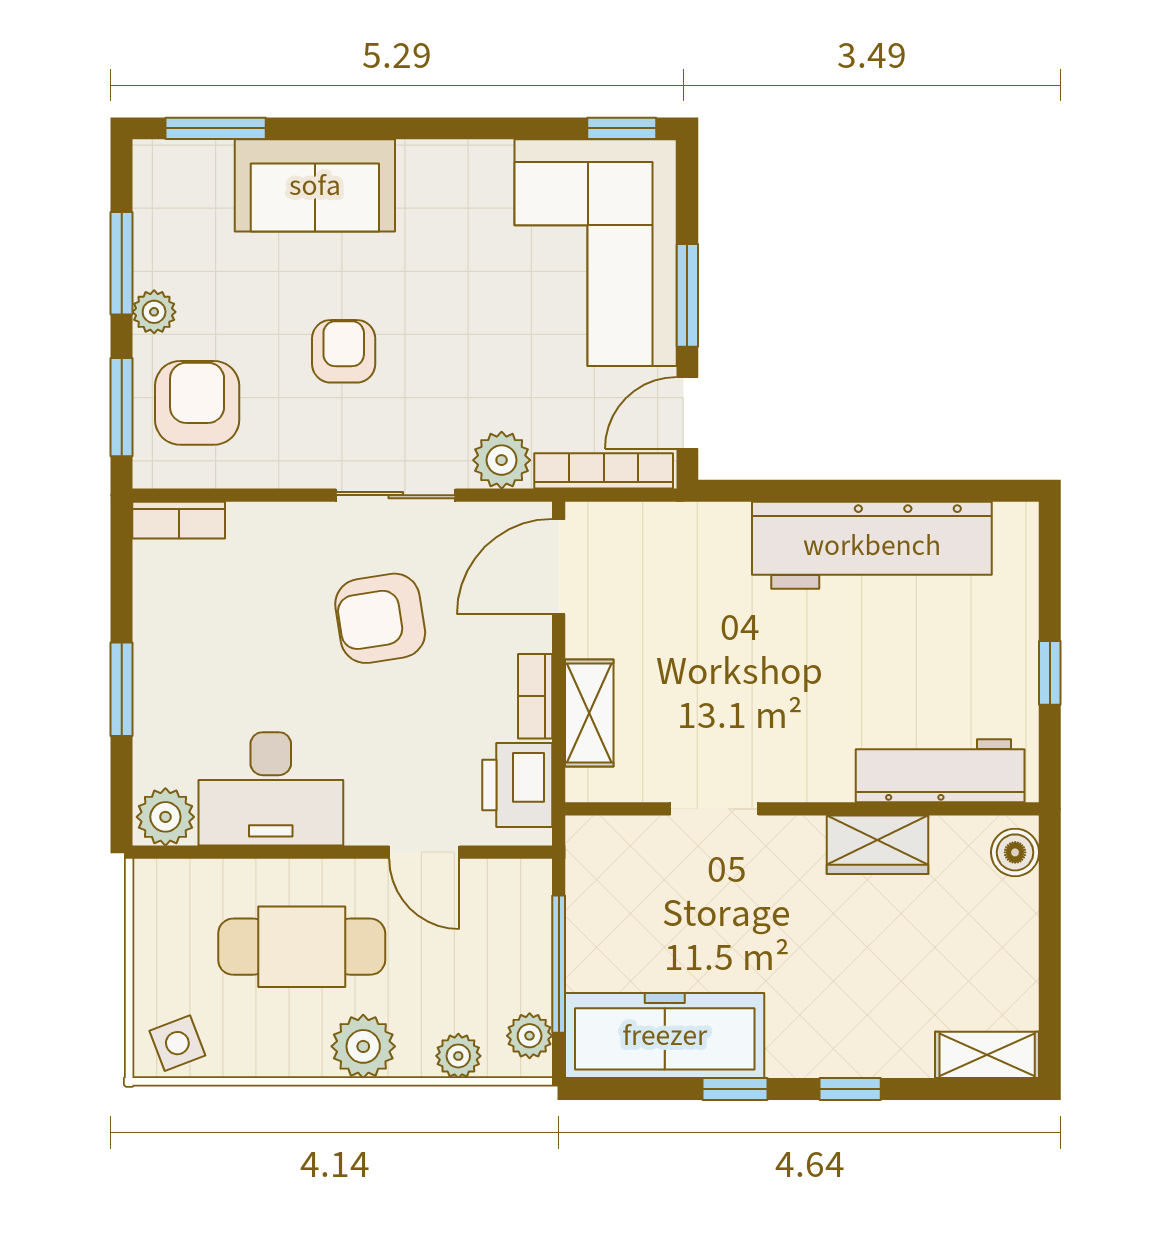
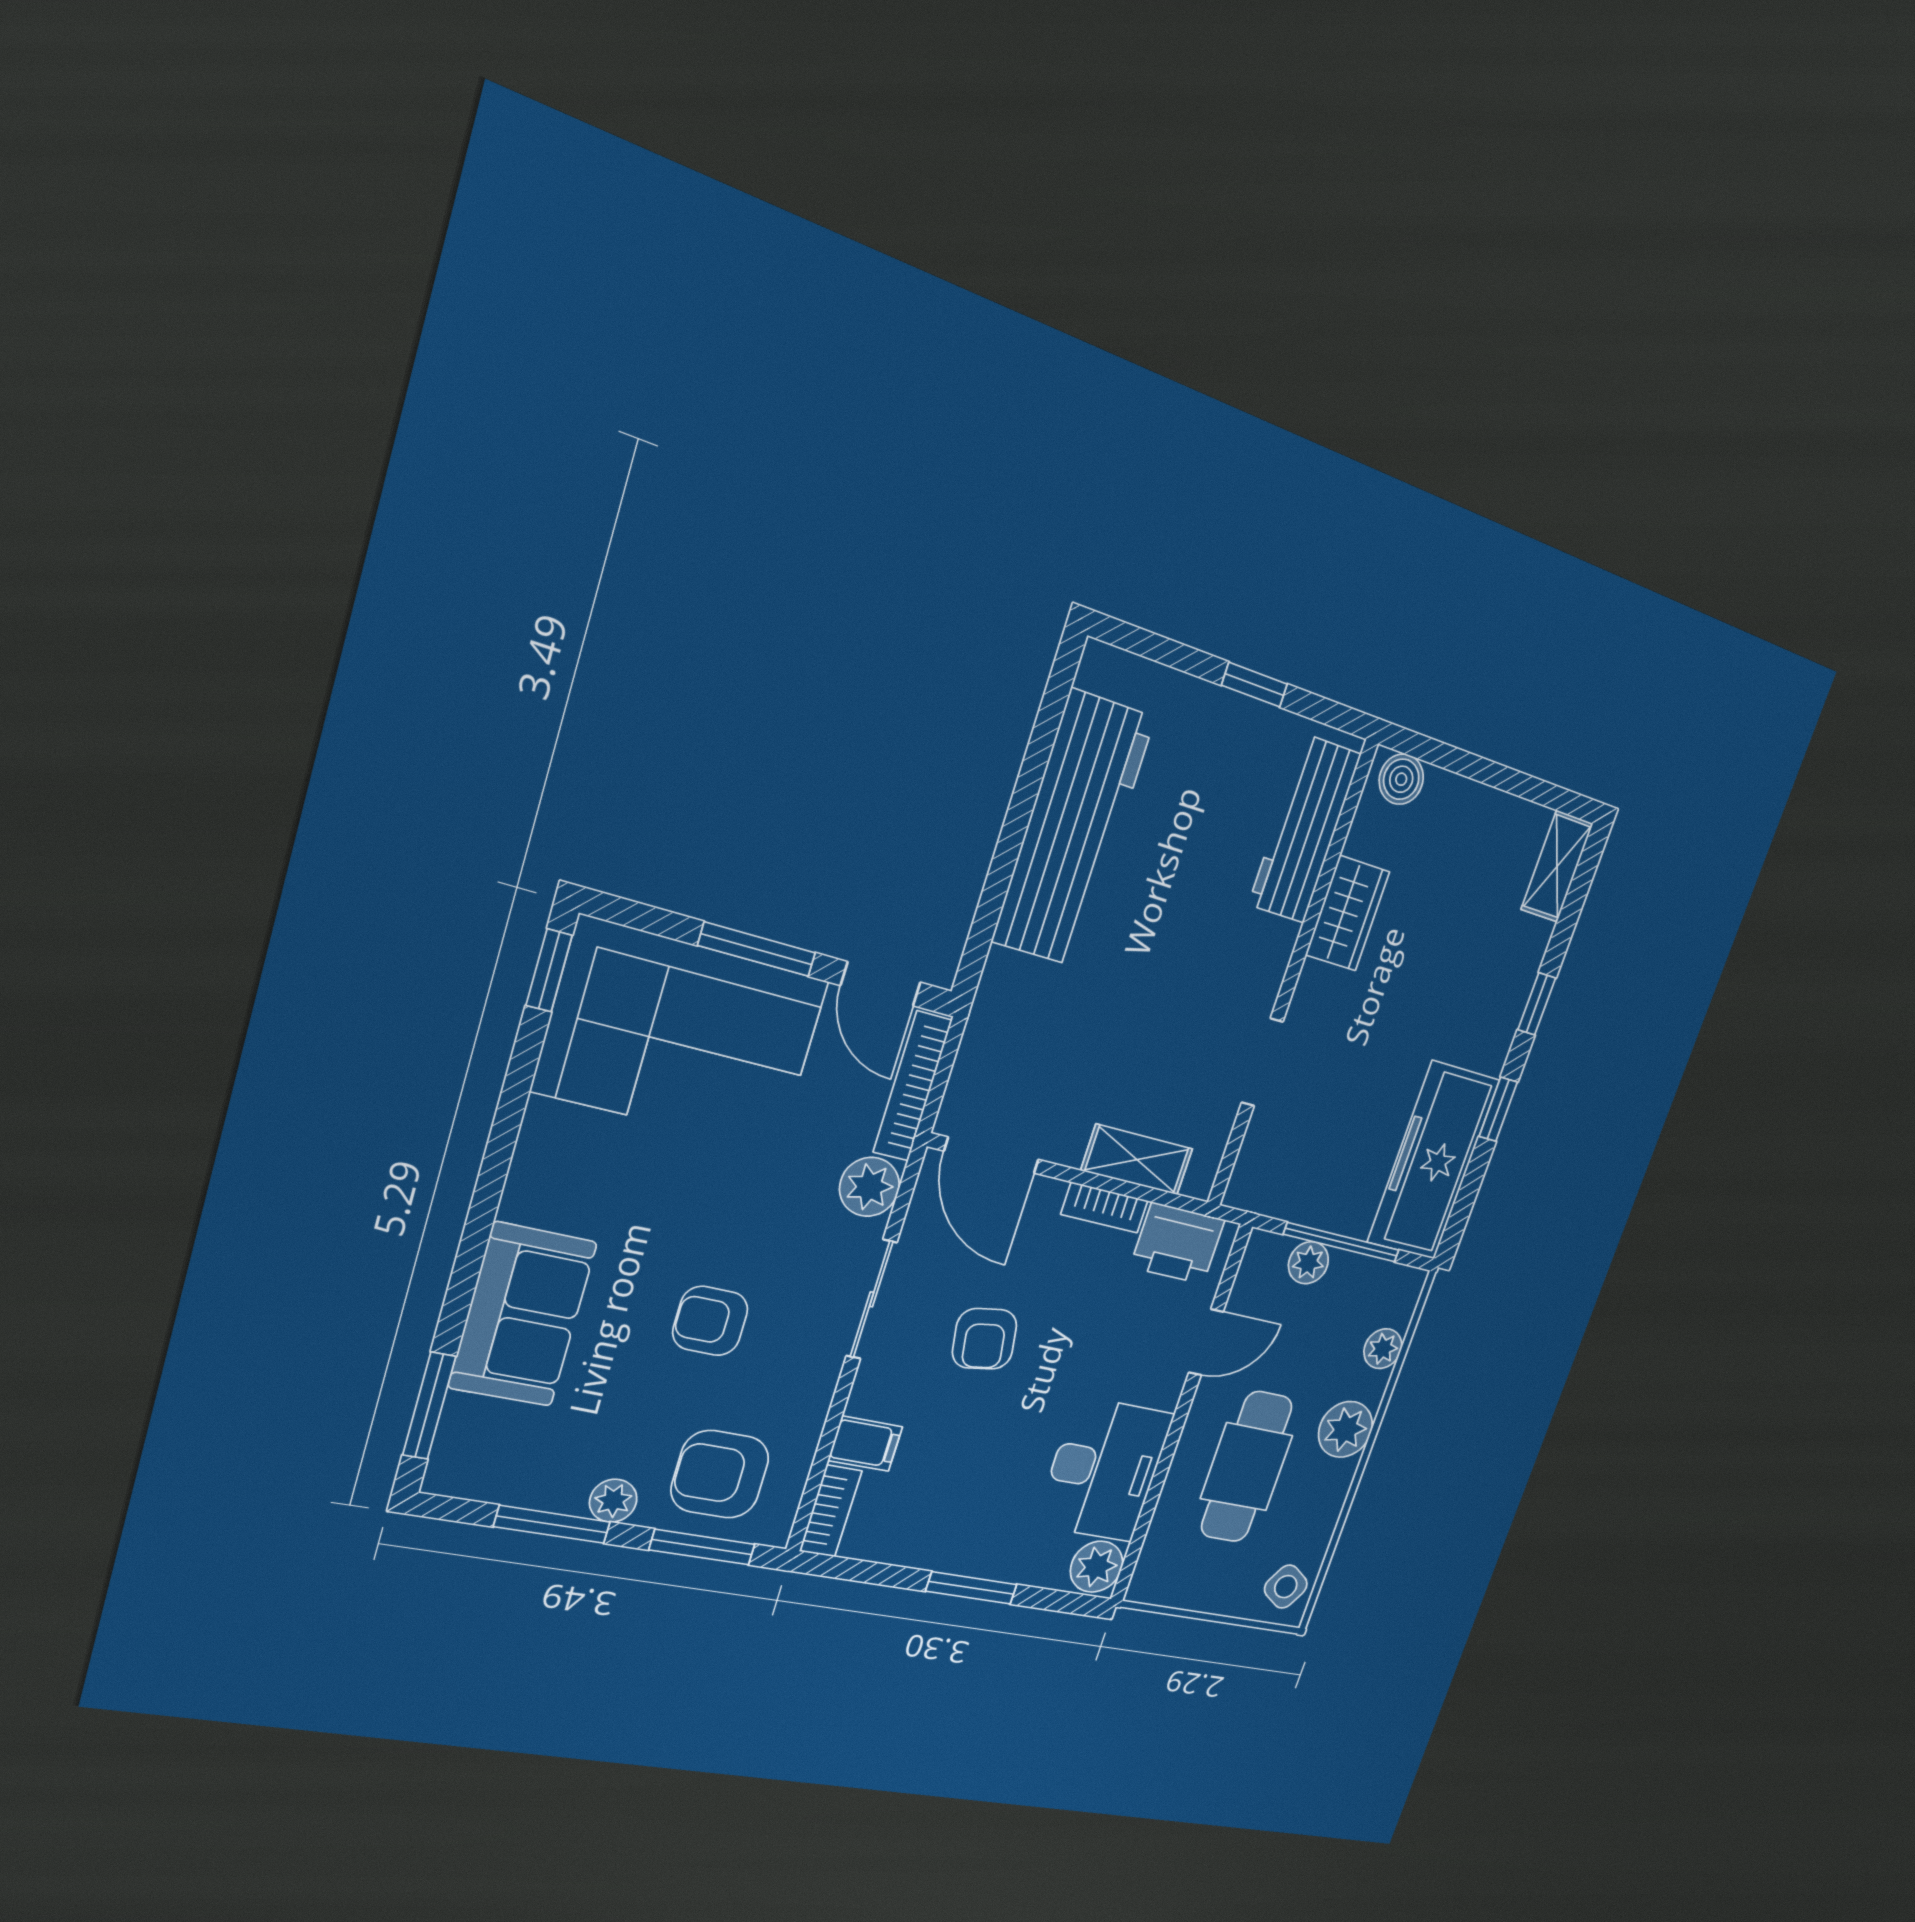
filing cabinet: (253, 533) -> (865, 1444), added
armchair: (380, 618) -> (985, 1339), width x0.72, depth x0.72
plant: (530, 1036) -> (1308, 1263), moved
side table: (177, 1043) -> (1286, 1587), turned -36

